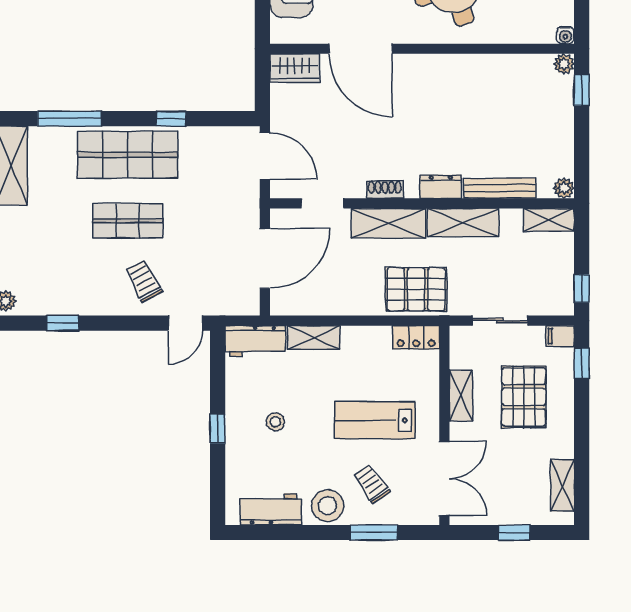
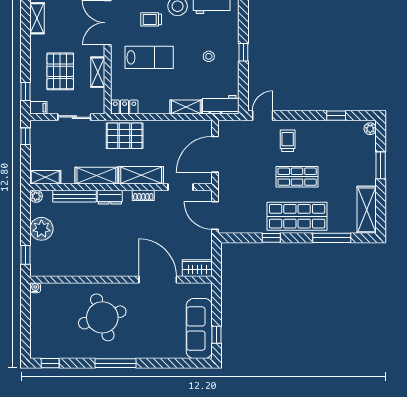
plant: (564, 64) -> (41, 229), moved, width x1.87, depth x1.87
trolley: (144, 281) -> (288, 141), turned -152
trolley: (372, 484) -> (151, 19), turned 125

